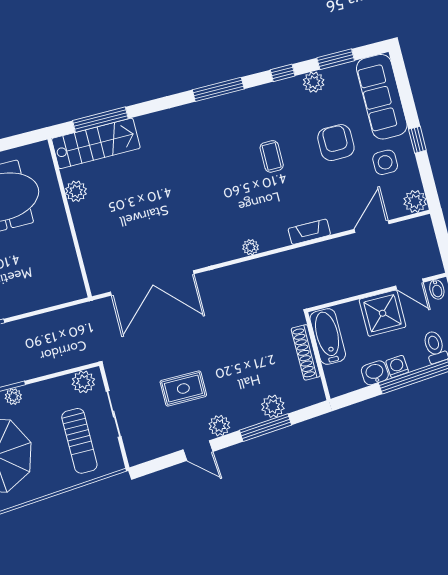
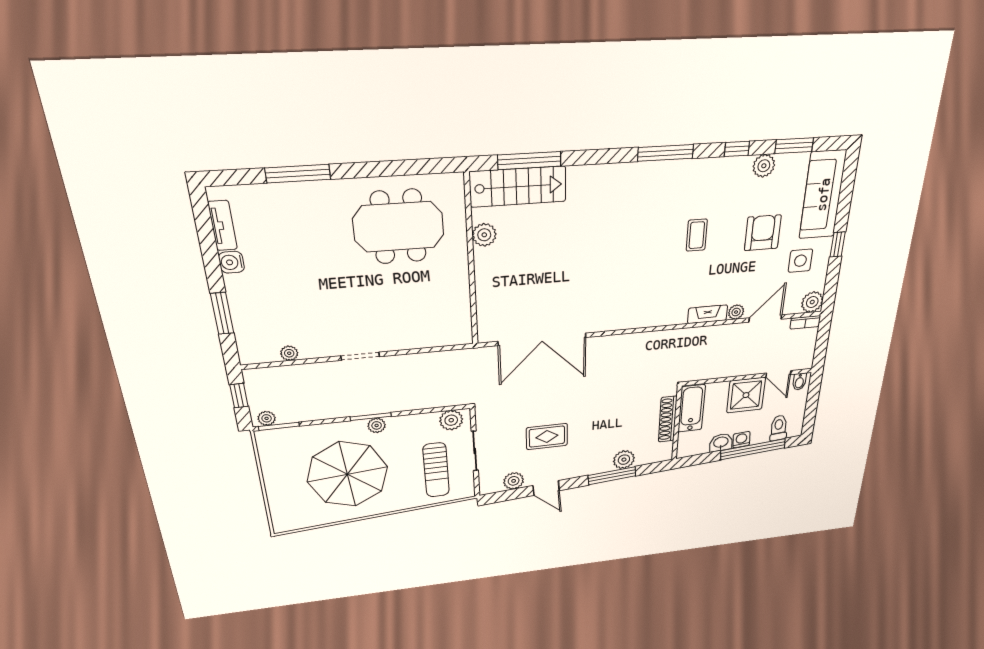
bookcase: (416, 224) -> (805, 322), added
plant: (251, 247) -> (736, 312), moved
plant: (219, 426) -> (514, 481), moved

